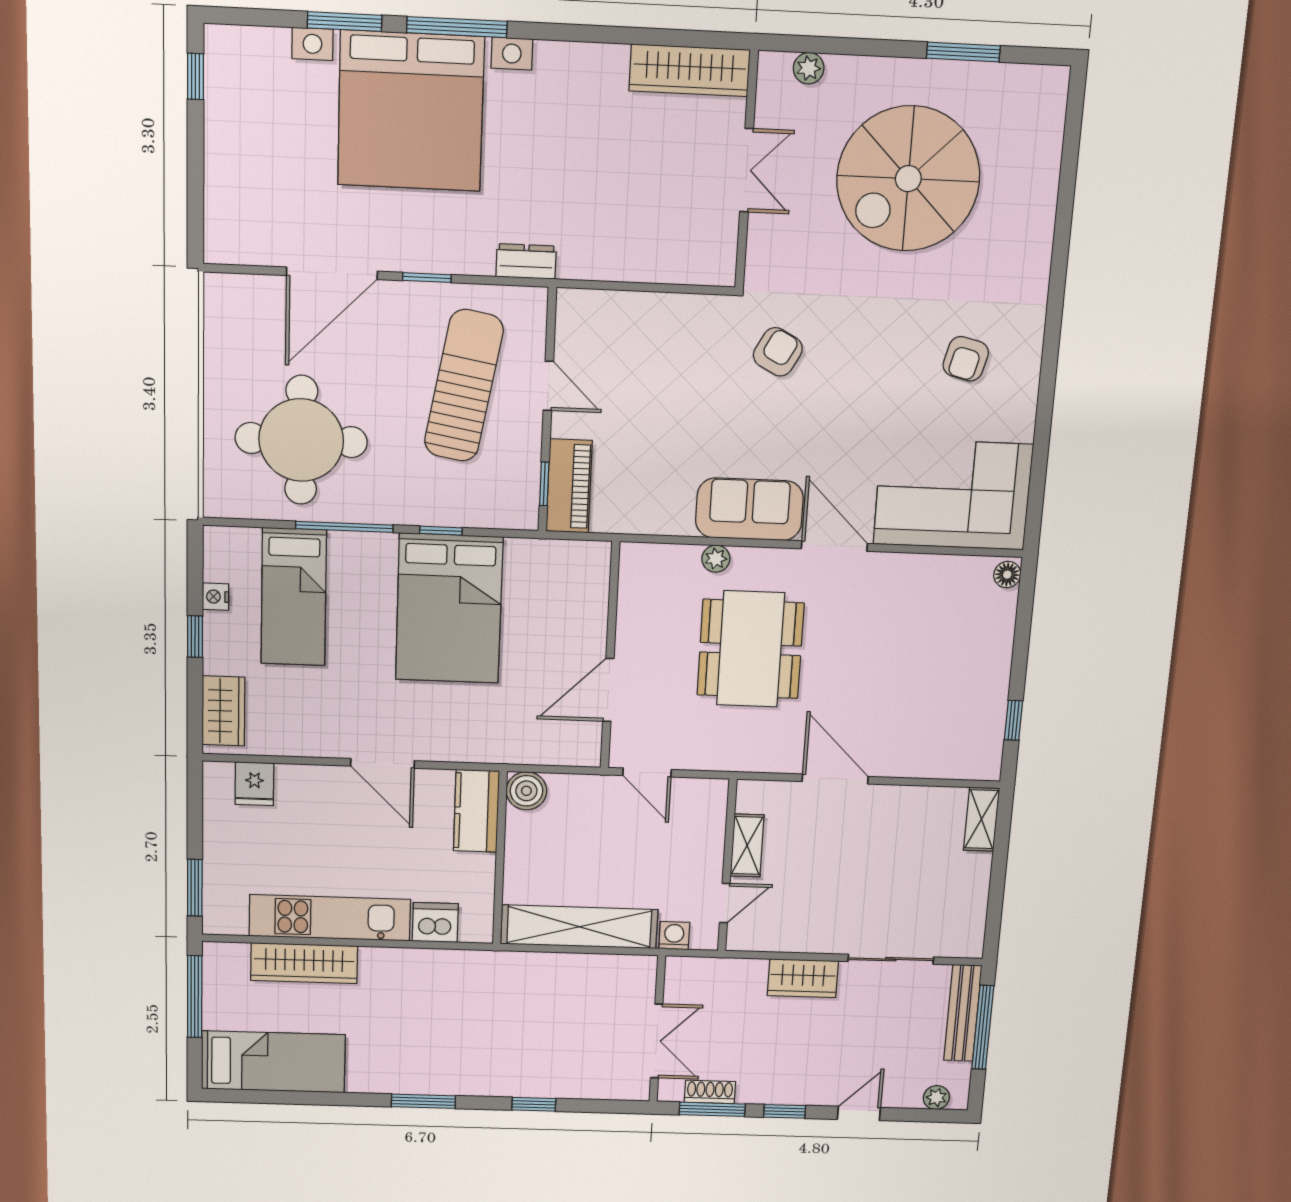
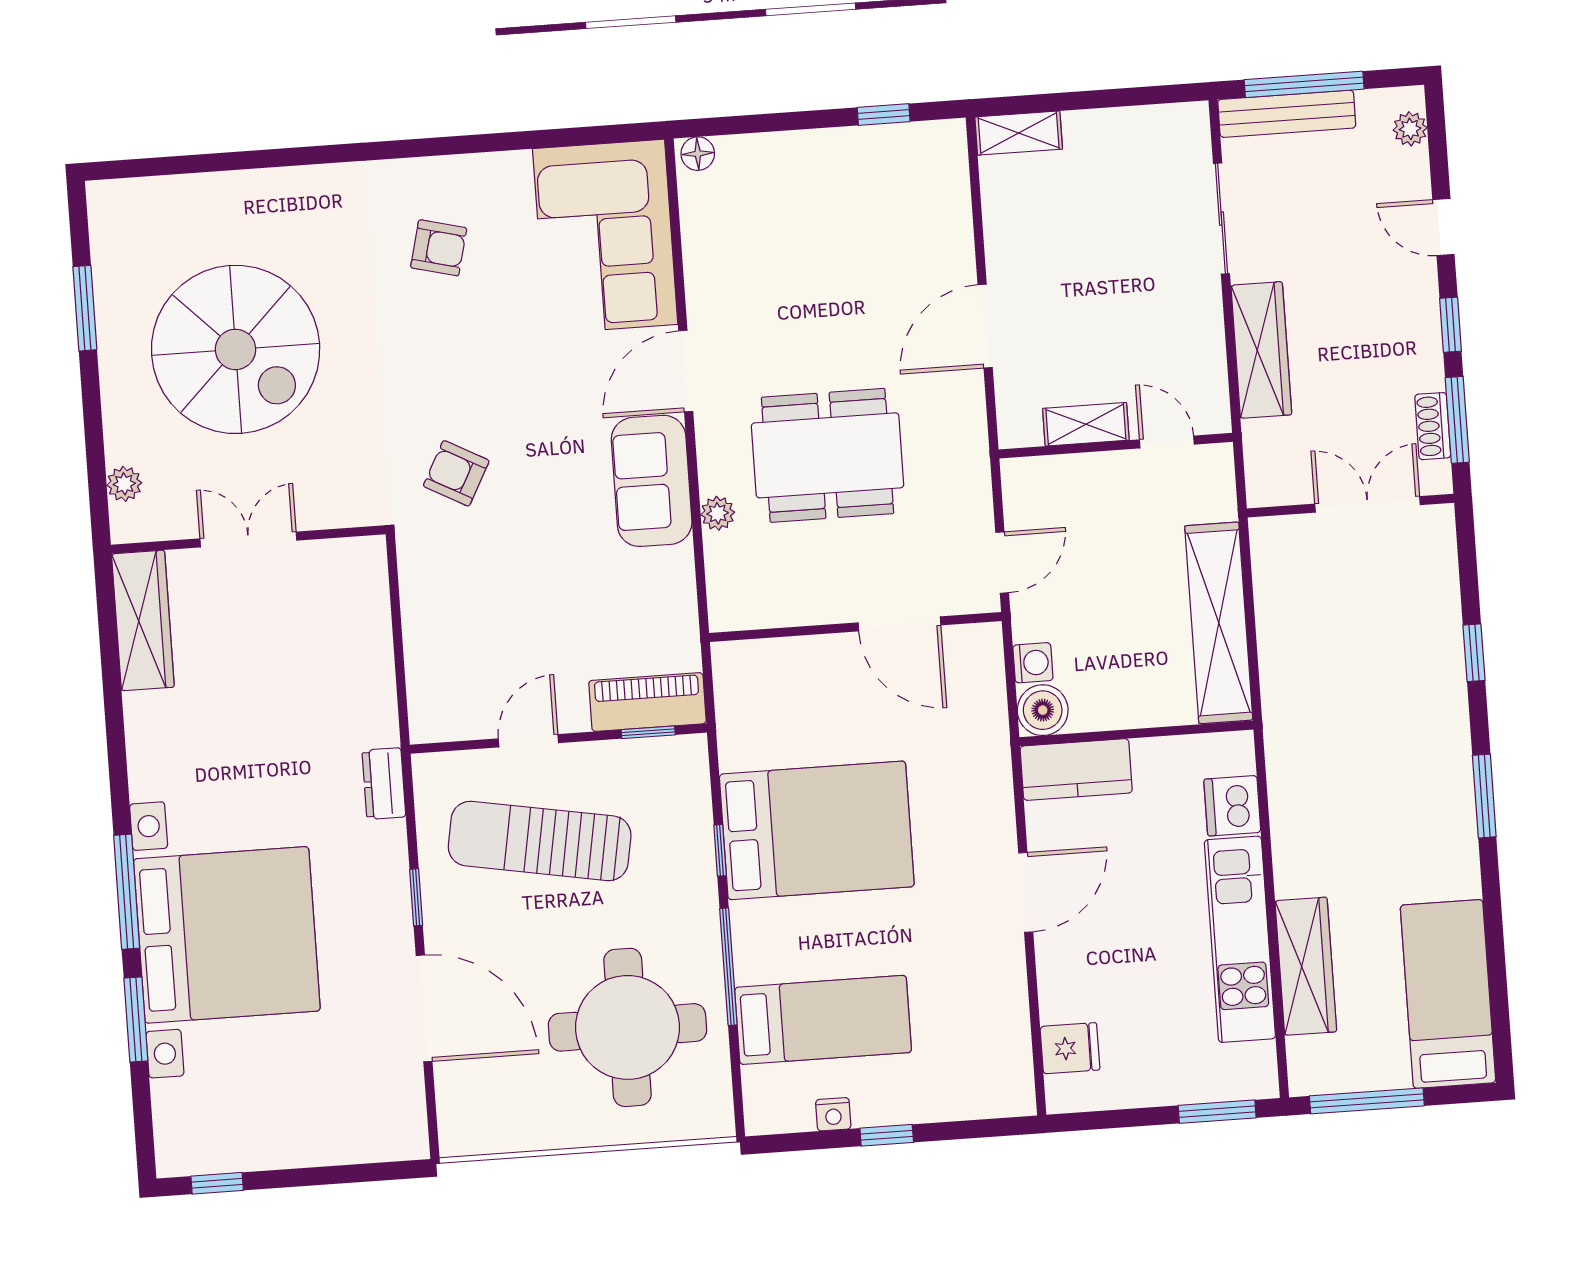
wardrobe: (223, 711) -> (979, 1094), removed
washing machine: (674, 936) -> (1033, 663), moved, turned 180
wardrobe: (803, 978) -> (1261, 350), width x1.50

